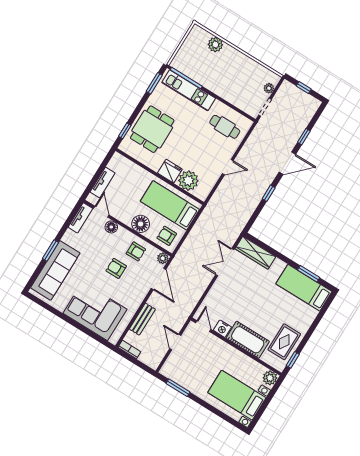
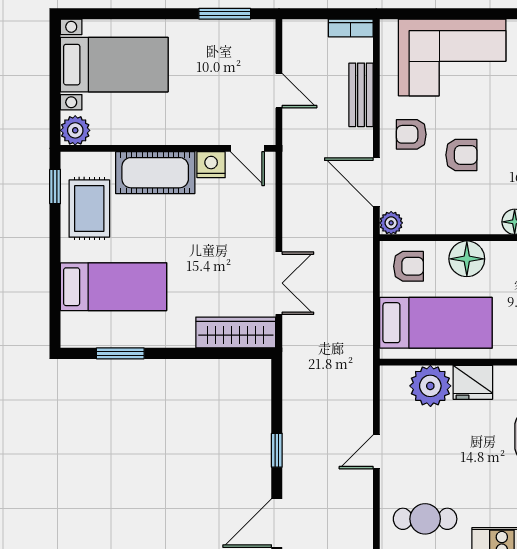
armchair: (136, 251) -> (411, 134), moved
bed: (304, 288) -> (114, 287), moved

